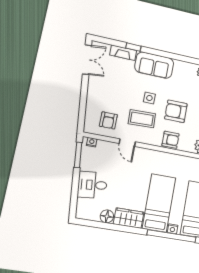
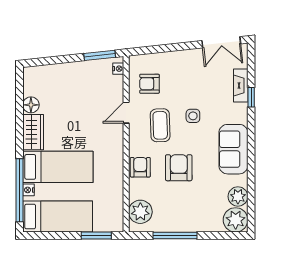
sofa: (154, 65) -> (233, 149), moved
side table: (149, 98) -> (193, 116), moved
armchair: (171, 140) -> (140, 167), turned 180
desk: (92, 185) -> (66, 80), removed

